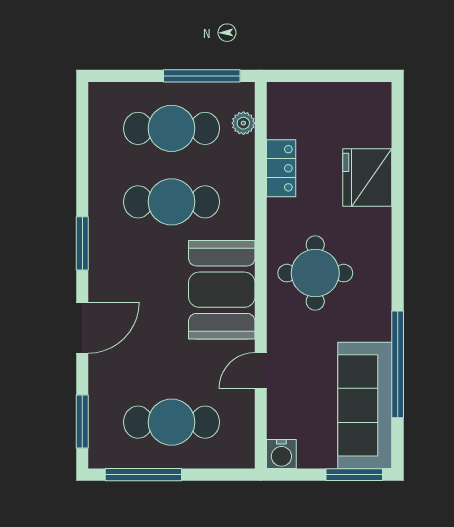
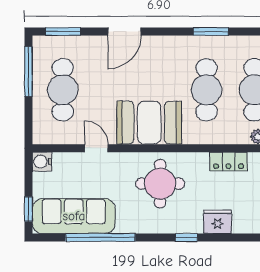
fridge: (367, 177) -> (218, 222), width x0.73, depth x0.75
window: (398, 233) -> (186, 238), added
window: (82, 243) -> (211, 32), moved
door: (82, 328) -> (124, 32), hinge flipped
window: (354, 475) -> (28, 209), width x0.67

